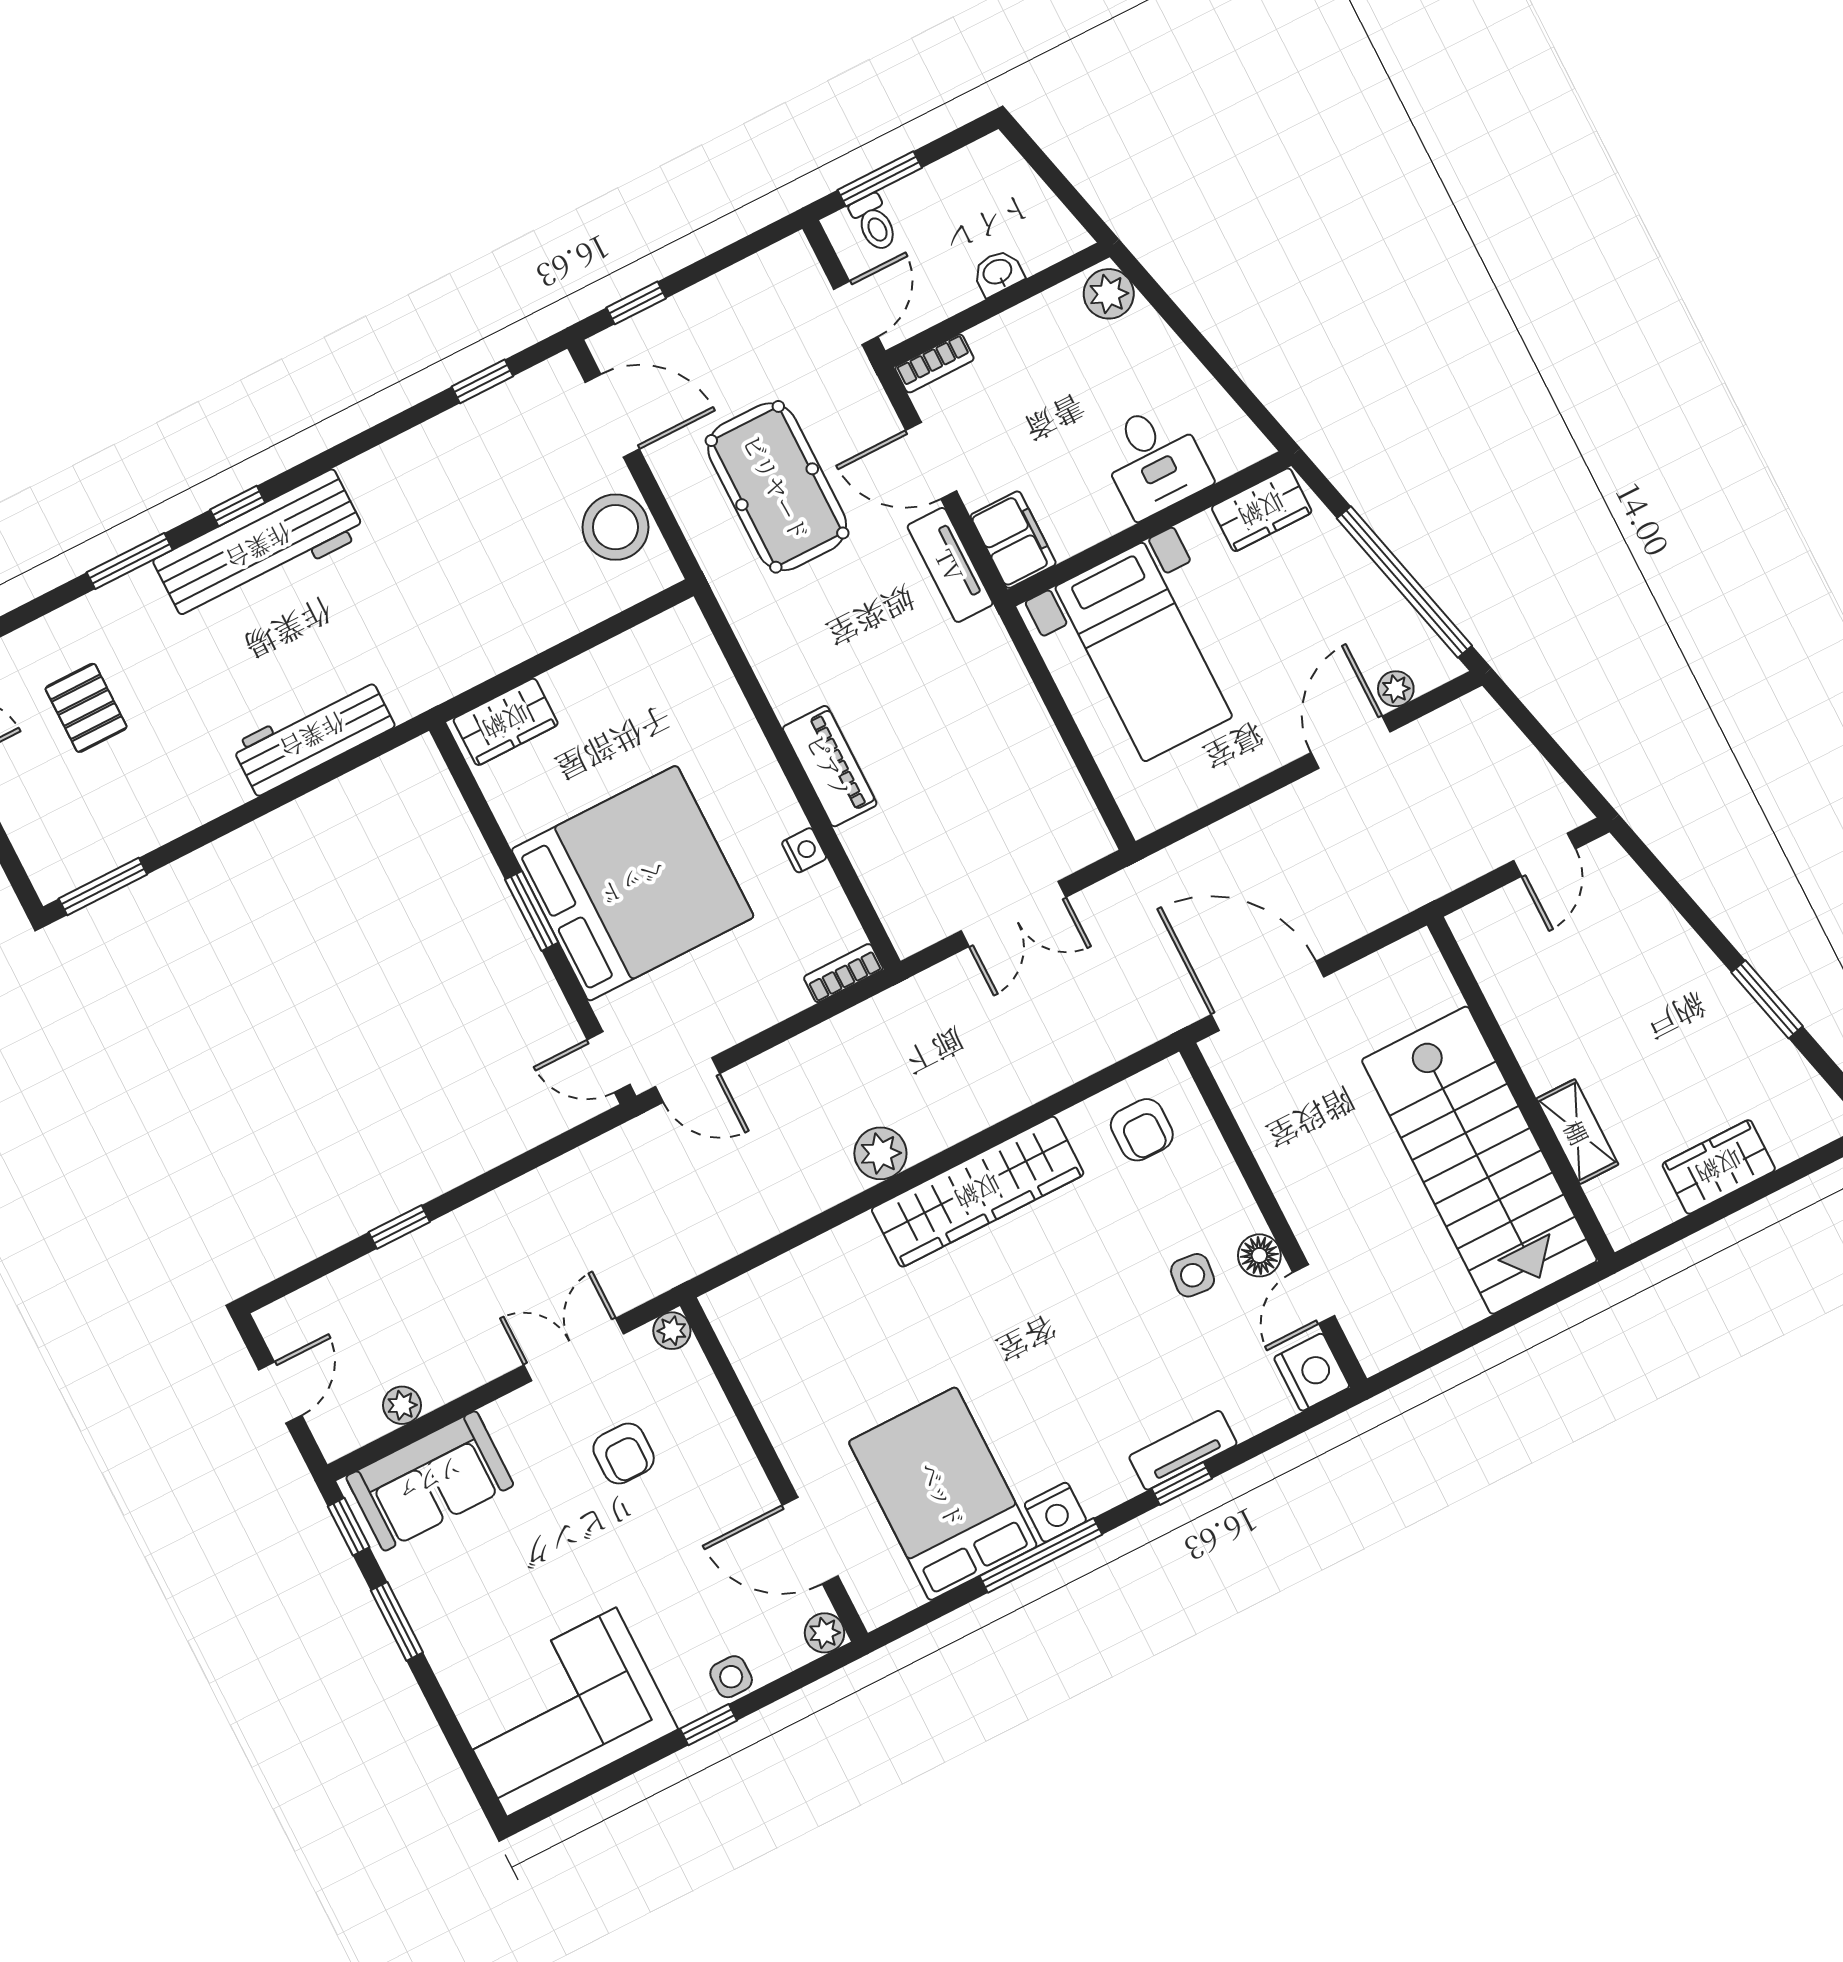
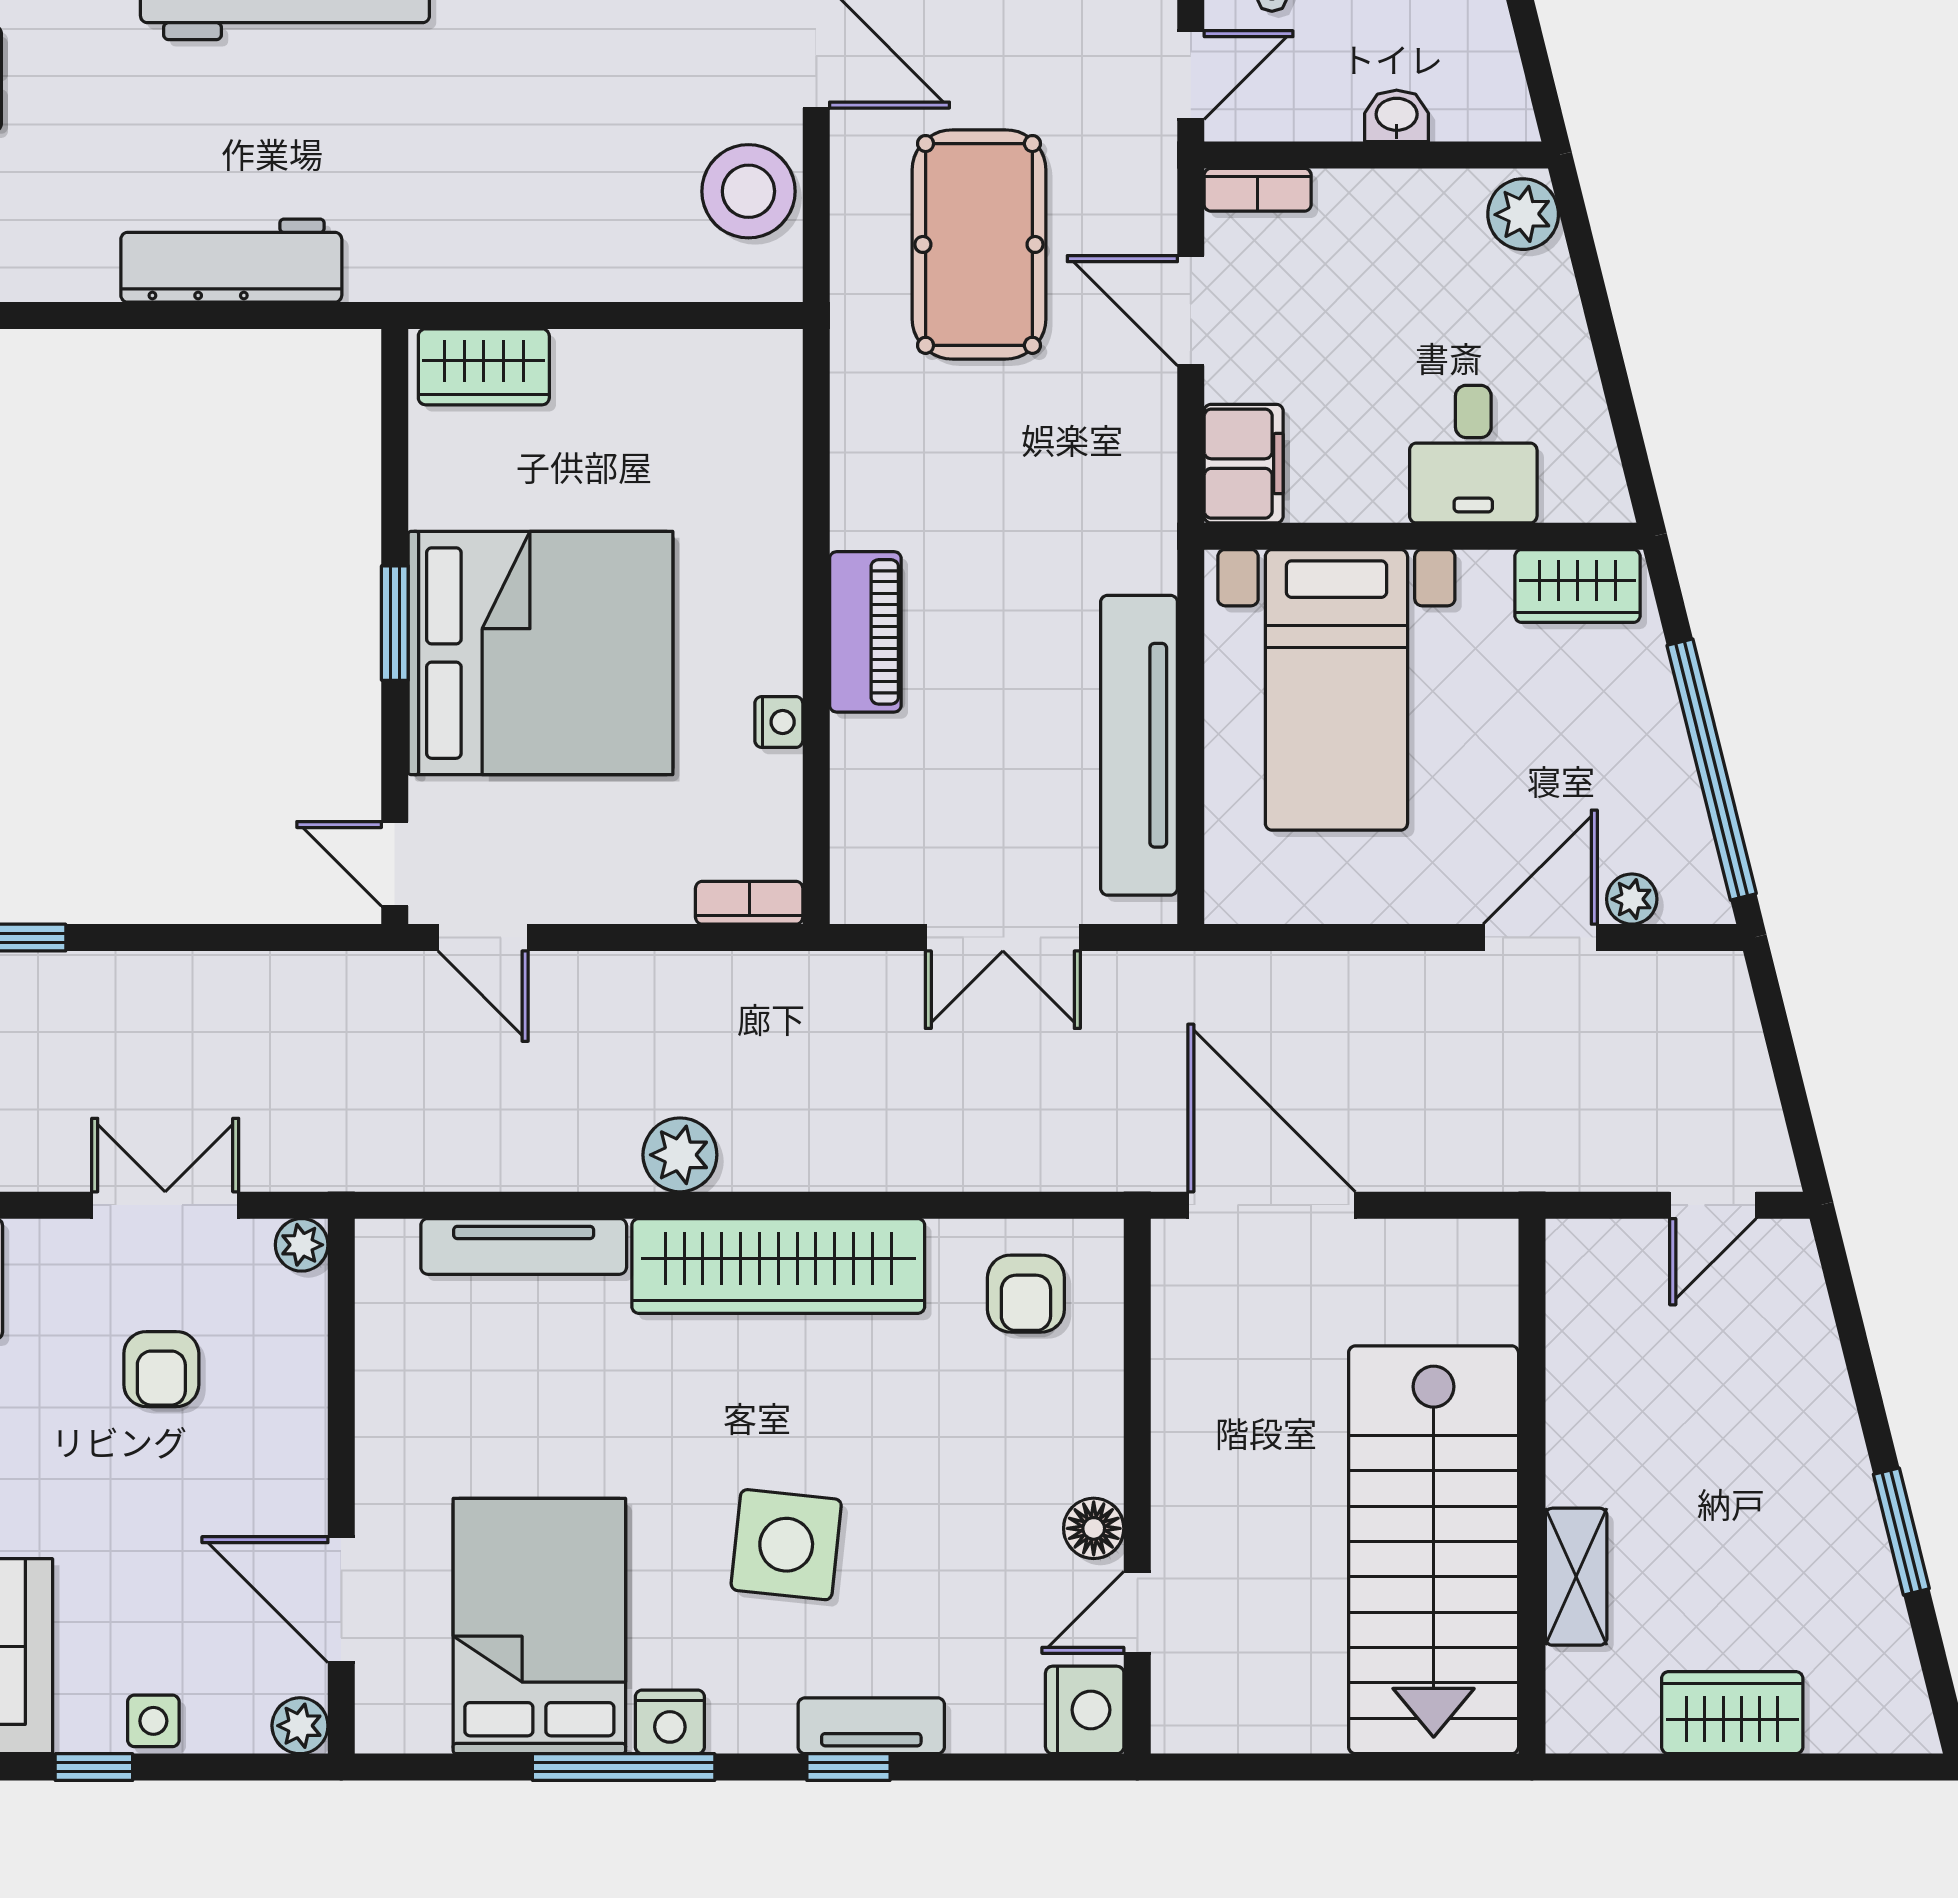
tv unit: (950, 565) -> (1139, 745), moved, width x1.92, depth x1.29
tv unit: (812, 1261) -> (524, 1246), added
side table: (1193, 1275) -> (786, 1545), moved, width x1.87, depth x1.87

